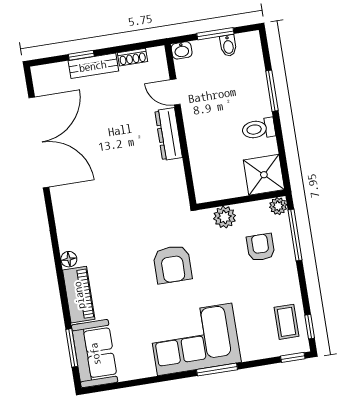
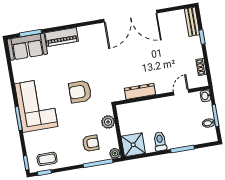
bench: (93, 66) -> (192, 22), moved
dresser: (169, 134) -> (140, 91), moved
double door: (39, 142) -> (130, 16), moved
floor lamp: (69, 259) -> (82, 31), removed

